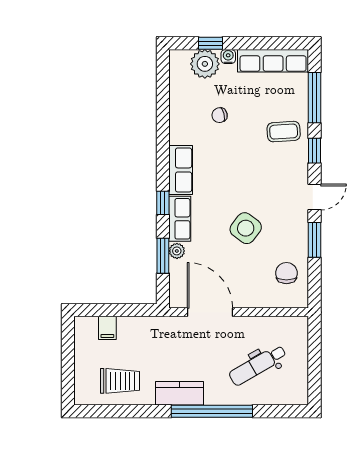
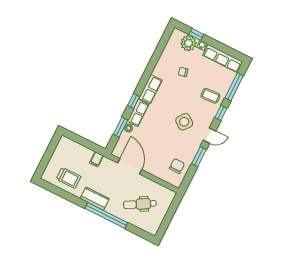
side table: (246, 228) -> (184, 122), moved
filing cabinet: (107, 328) -> (96, 159), moved

